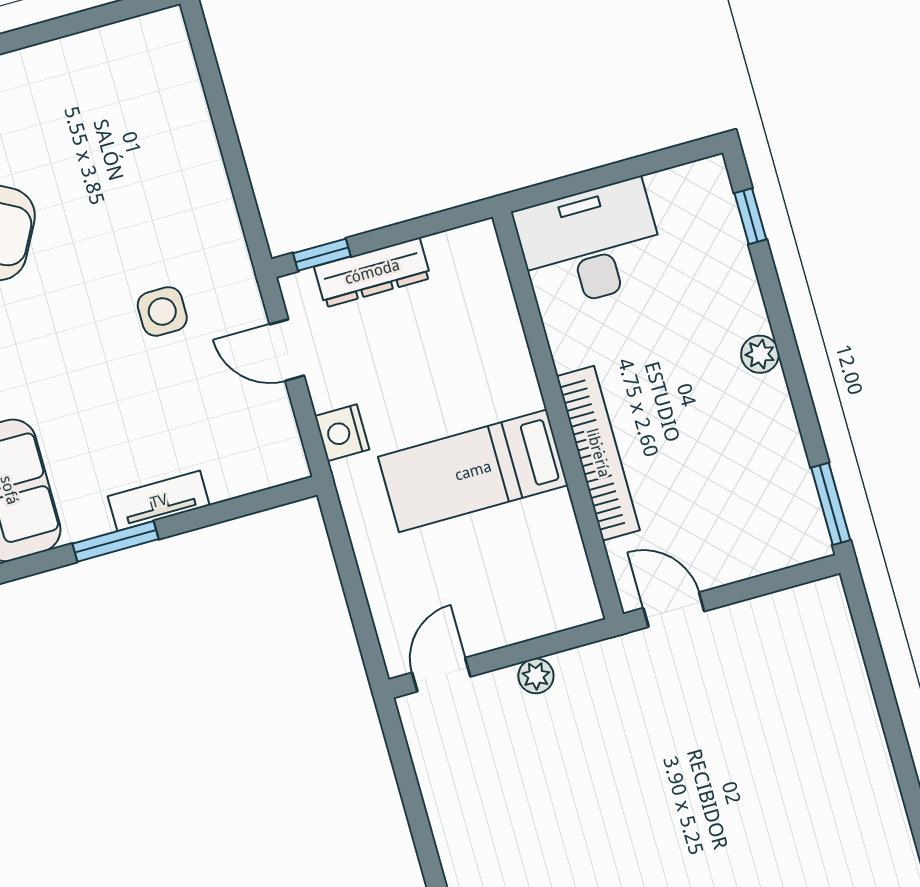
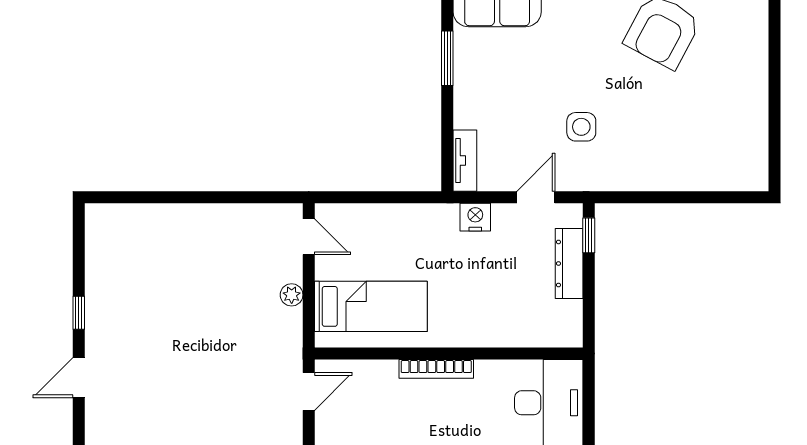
bookcase: (598, 453) -> (436, 369), width x0.68, depth x0.76
bed: (473, 471) -> (371, 306), moved, turned 90
tv unit: (159, 501) -> (465, 161), moved

